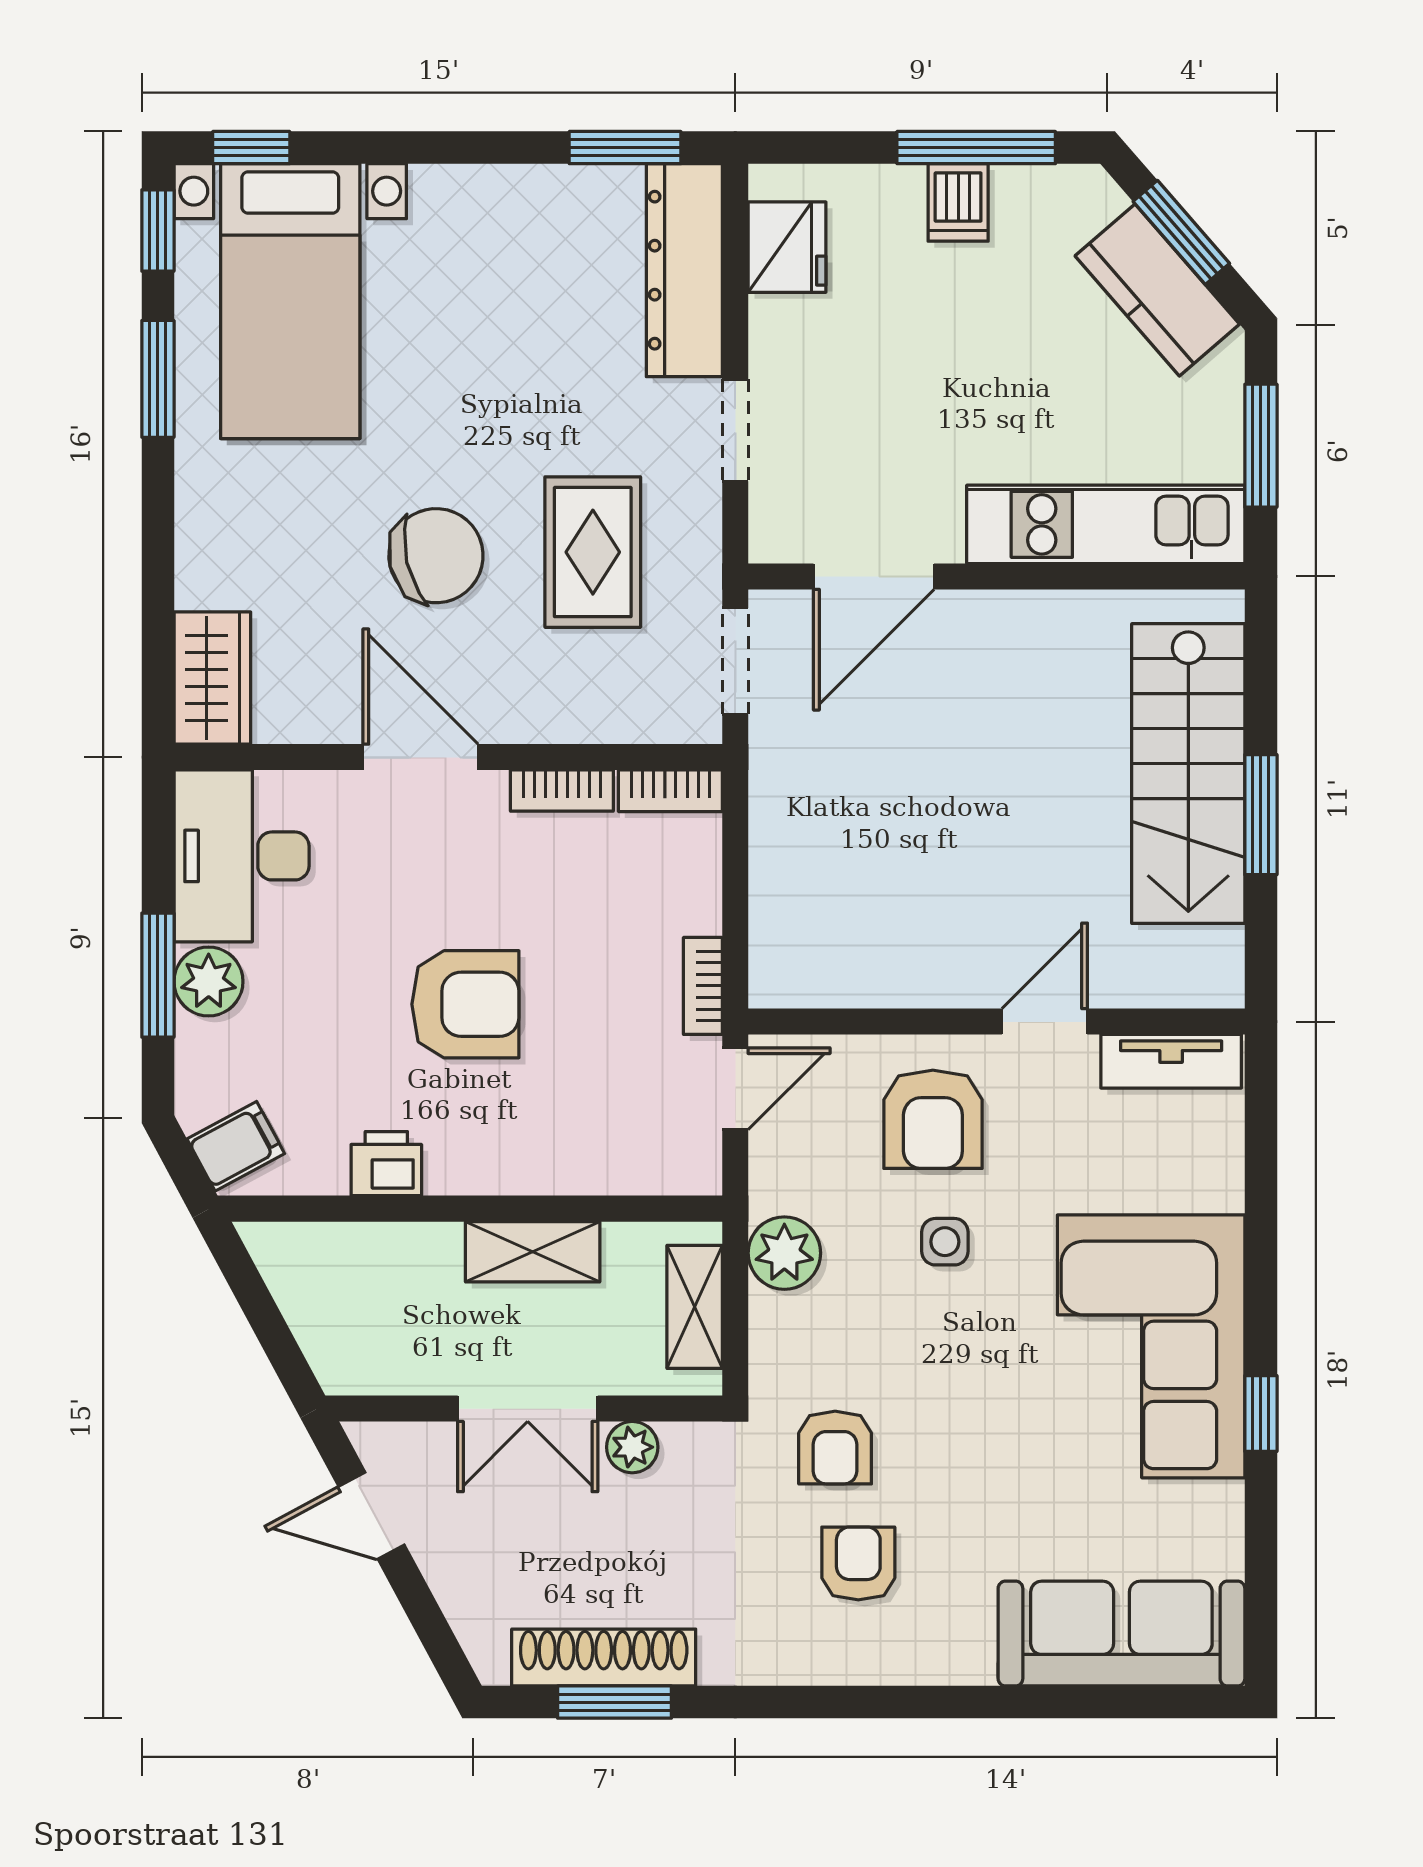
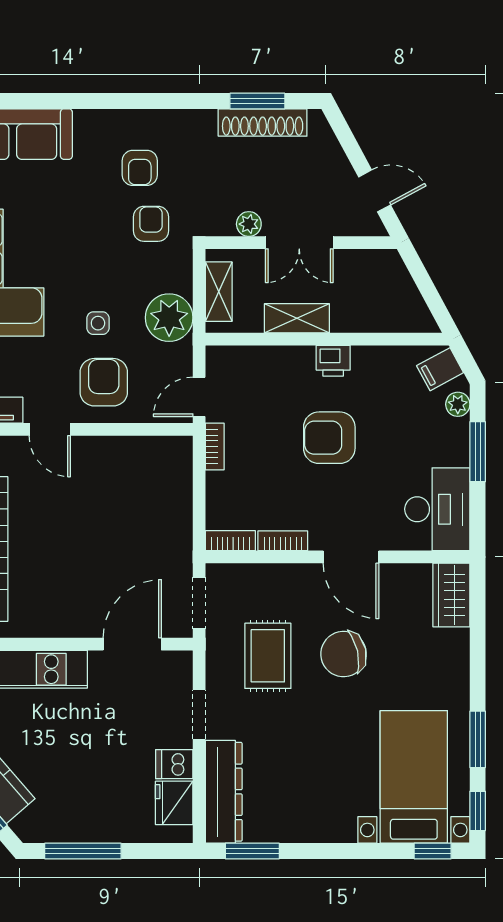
dishwasher: (958, 202) -> (174, 764), moved, turned -90
plant: (209, 981) -> (458, 404), moved, width x0.73, depth x0.73
door: (1045, 1022) -> (50, 429), hinge flipped
printer: (386, 1164) -> (333, 361), moved
plant: (784, 1253) -> (169, 318), width x1.36, depth x1.36
double door: (528, 1409) -> (299, 243), swing flipped

